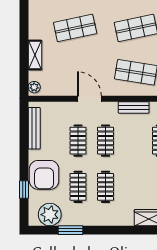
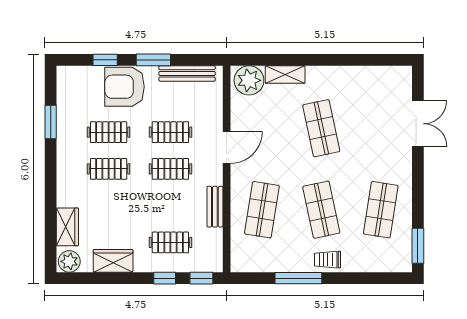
plant: (34, 87) -> (249, 80), width x1.88, depth x1.88
window: (24, 153) -> (153, 60), added
plant: (50, 215) -> (71, 94), removed

